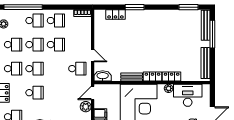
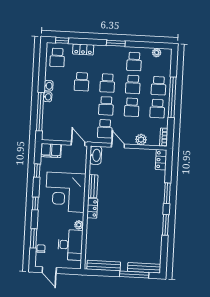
window: (23, 7) -> (172, 97), moved
window: (188, 7) -> (166, 225), moved
locker: (115, 15) -> (161, 160), moved
door: (93, 56) -> (118, 146), swing flipped
school desk: (13, 69) -> (106, 106), moved
locker: (172, 77) -> (91, 229), removed
plant: (86, 107) -> (141, 140), moved

